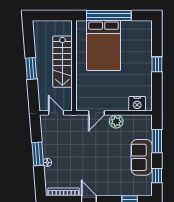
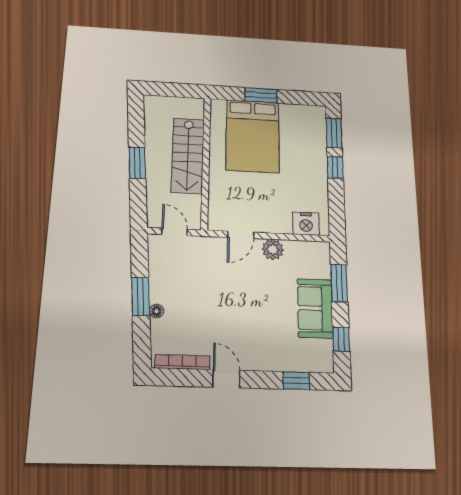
window: (109, 16) -> (261, 95), width x0.47
window: (157, 40) -> (334, 133), added

